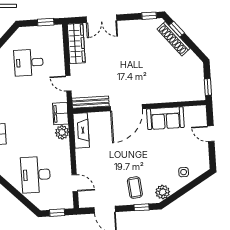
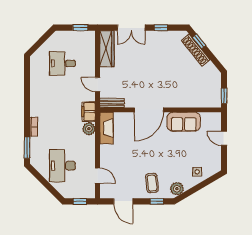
window: (149, 16) -> (161, 28), moved
bench: (91, 102) -> (112, 103), width x0.73

